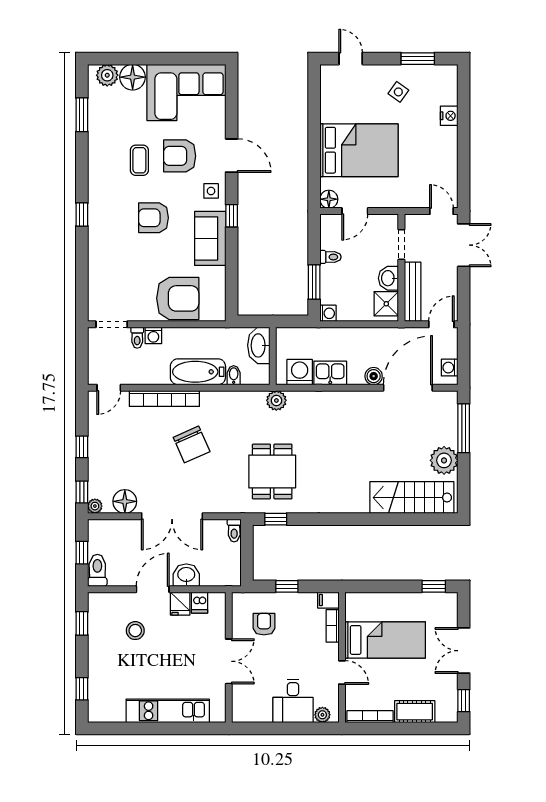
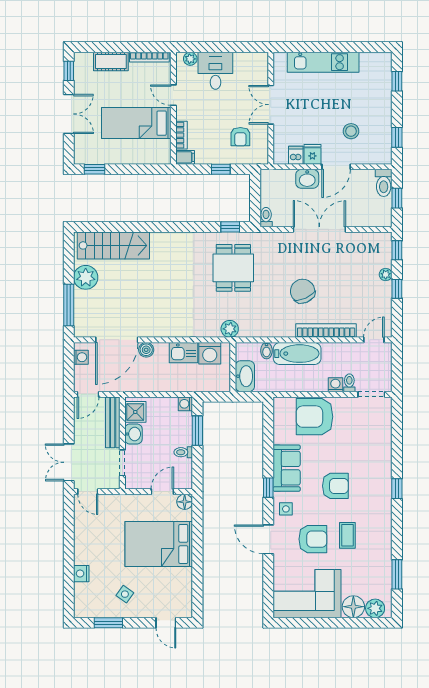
floor lamp: (125, 501) -> (360, 242), removed
plant: (95, 506) -> (386, 275), moved

